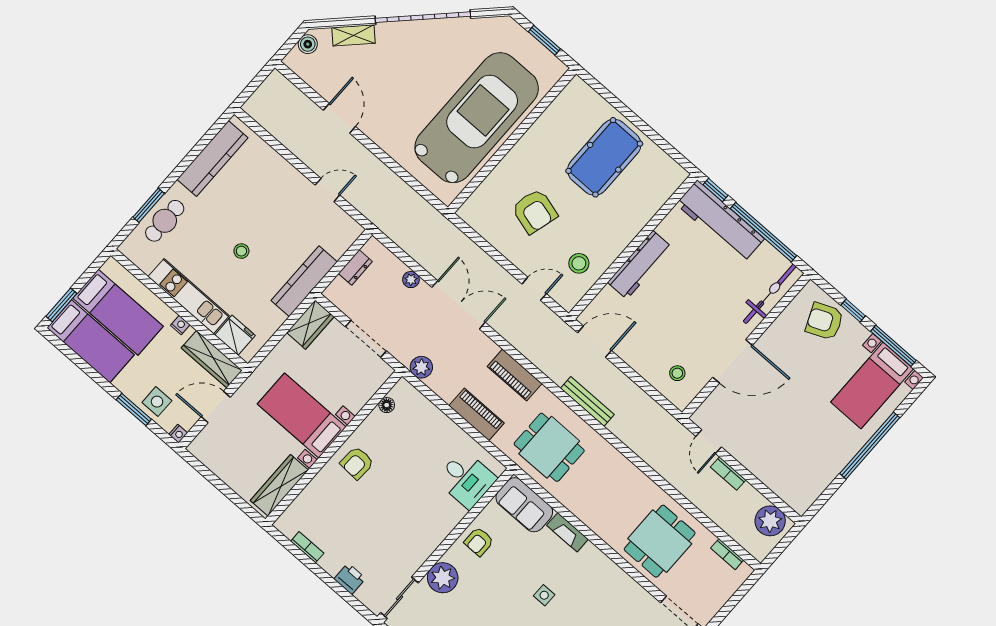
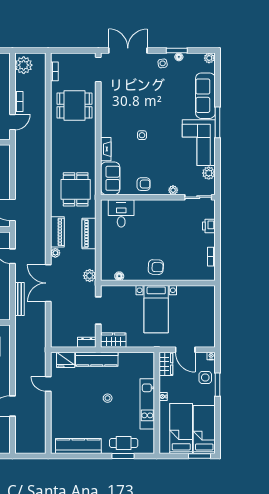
dresser: (355, 267) -> (87, 342), moved
plant: (411, 280) -> (55, 253), moved
fridge: (235, 335) -> (66, 360), moved, turned -90
wardrobe: (212, 359) -> (166, 364), width x0.67
bench: (587, 401) -> (20, 299), moved
wardrobe: (279, 485) -> (195, 292), removed
plant: (443, 578) -> (173, 190), width x0.53, depth x0.53

